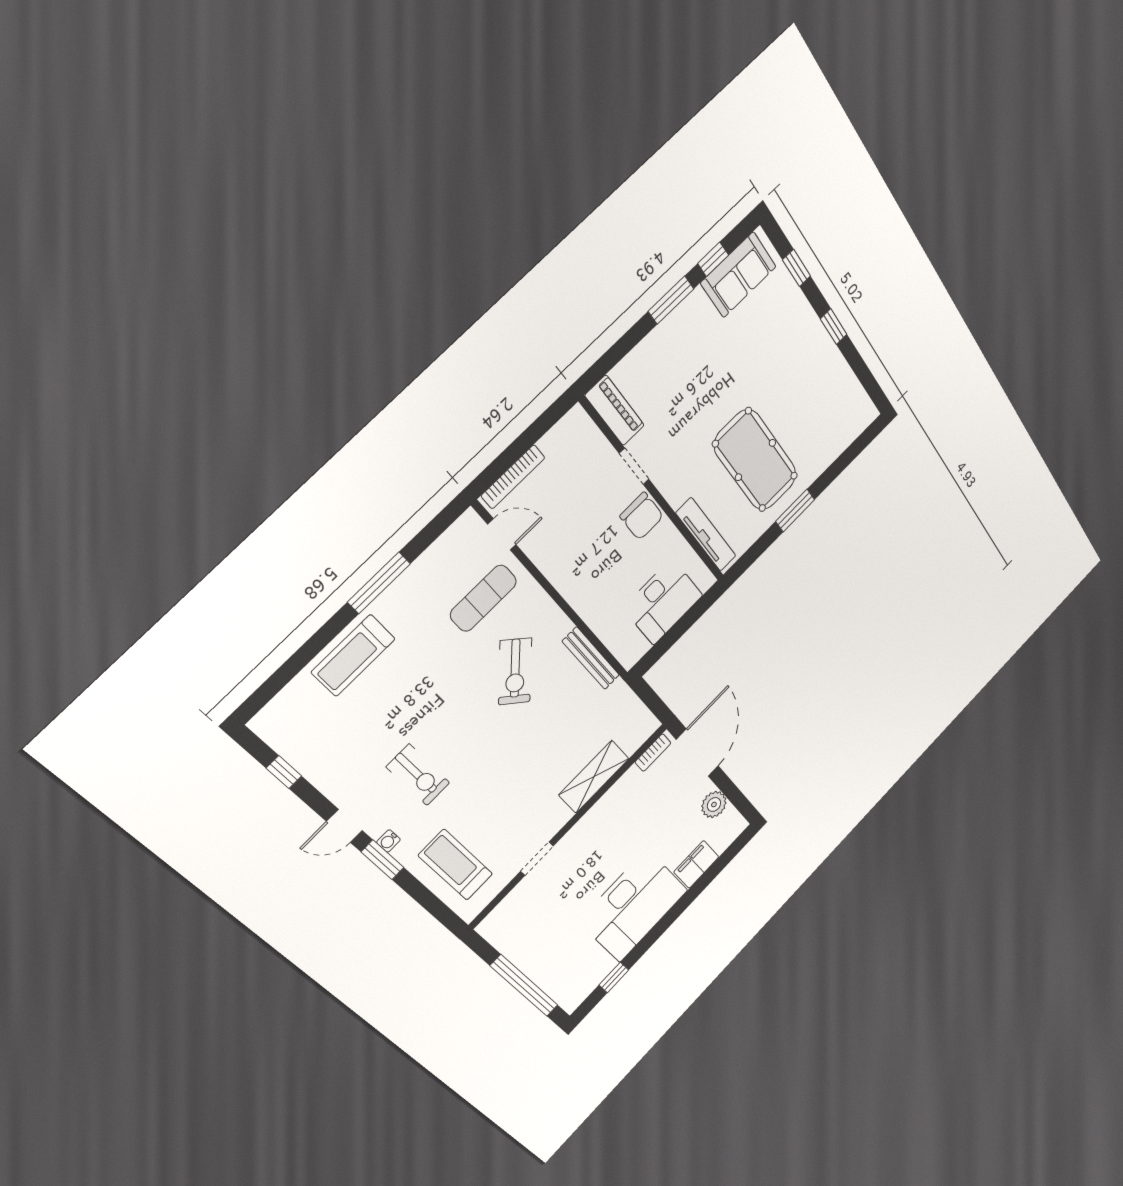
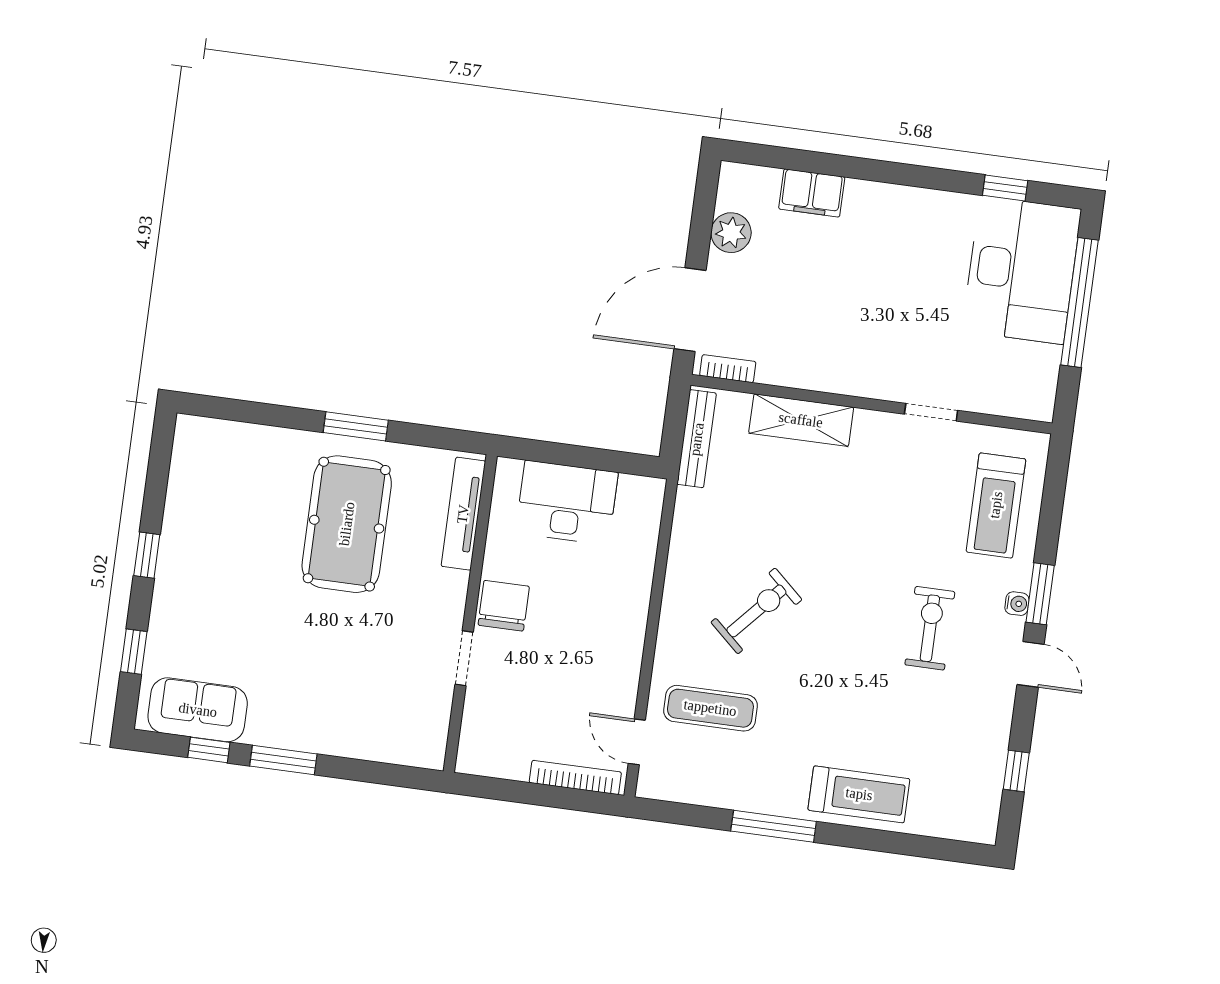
piano: (615, 410) -> (431, 727), removed
bench: (591, 658) -> (697, 439), moved
desk: (633, 906) -> (1022, 270), moved, turned 90

